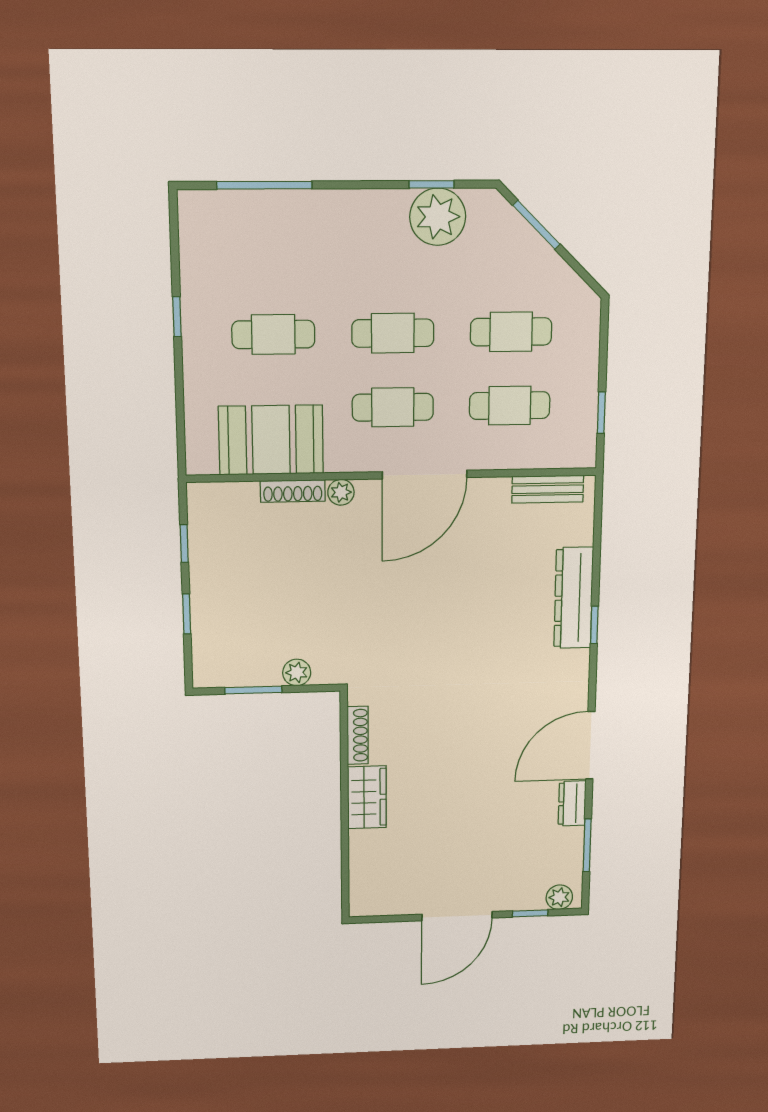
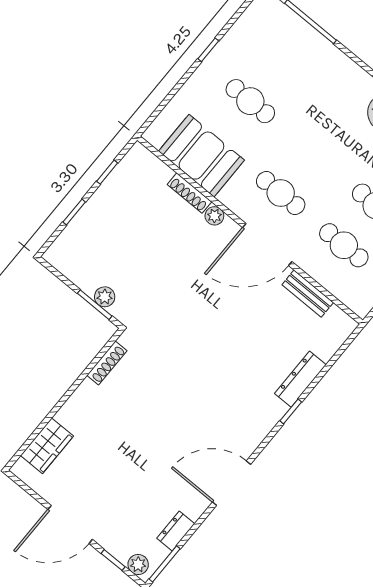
cafe table: (393, 333) -> (313, 153), removed
bench: (548, 489) -> (308, 294), moved
dresser: (574, 598) -> (300, 379), width x0.73, depth x0.80
window: (253, 690) -> (95, 305), moved
wardrobe: (367, 797) -> (47, 446), moved
dresser: (572, 803) -> (176, 531), moved
window: (587, 845) -> (165, 564), moved

